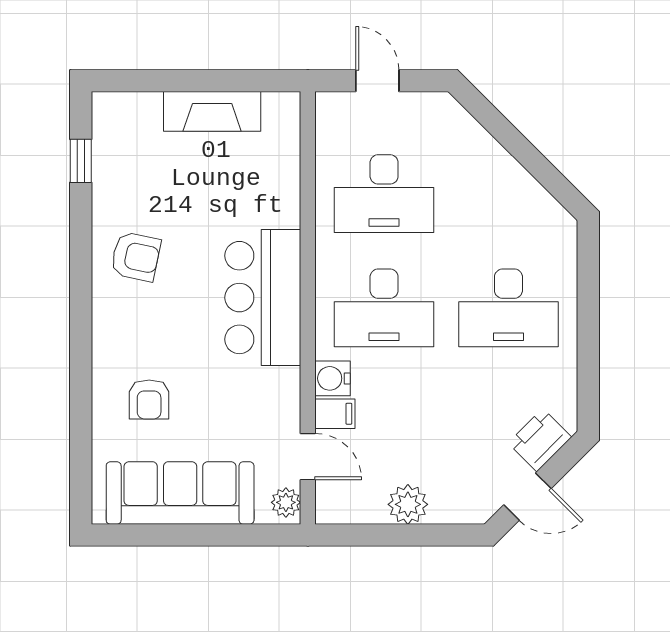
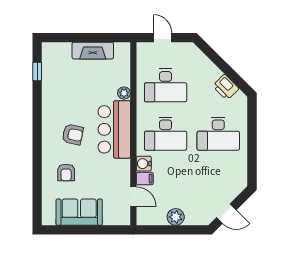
armchair: (136, 257) -> (73, 134), moved
printer: (540, 440) -> (226, 87), moved, turned -90
sofa: (180, 493) -> (79, 212), width x0.73
plant: (286, 502) -> (124, 93), moved

